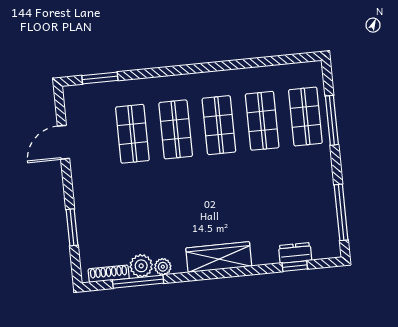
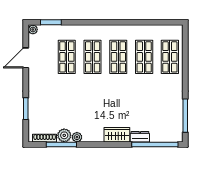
plant: (71, 93) -> (33, 29), added
window: (332, 120) -> (185, 61), removed
dresser: (295, 253) -> (140, 137), moved
wardrobe: (219, 257) -> (117, 135), width x0.67
window: (295, 266) -> (155, 145), width x3.17

